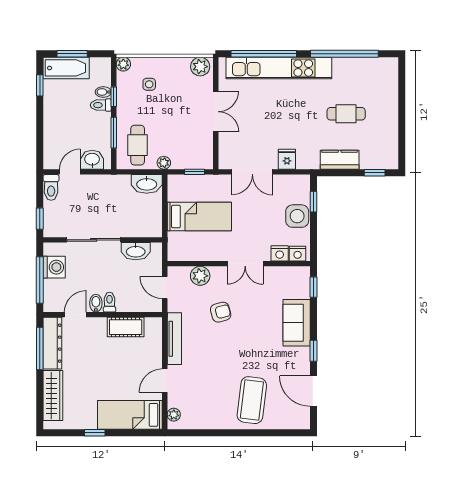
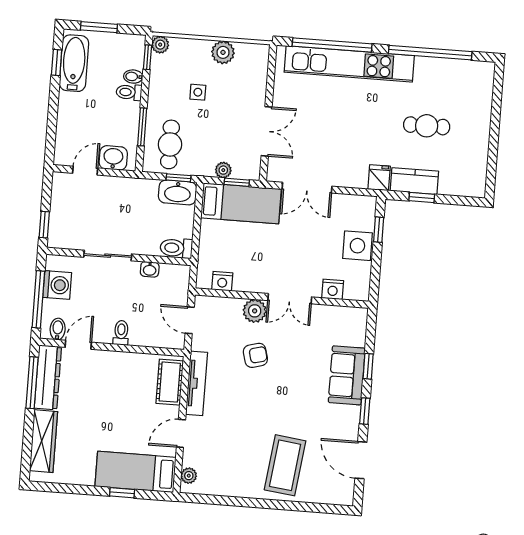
plant: (200, 67) -> (223, 52), moved
bathtub: (66, 68) -> (74, 63), moved, turned -90
side table: (149, 84) -> (198, 92), moved
window: (114, 97) -> (147, 57), moved
double door: (216, 112) -> (267, 131), moved
fridge: (287, 159) -> (379, 178), moved
plant: (164, 163) -> (223, 170), moved
window: (147, 172) -> (178, 178), added
window: (375, 173) -> (422, 198), moved
toilet: (51, 187) -> (176, 248), moved, turned 90
bed: (199, 217) -> (241, 203), moved
sliding door: (94, 240) -> (108, 256), width x0.73
washbasin: (136, 251) -> (150, 269), width x0.52, depth x0.69
nightstand: (298, 254) -> (222, 281), moved
plant: (200, 276) -> (255, 311), moved
window: (313, 287) -> (368, 366), moved
bidet: (96, 303) -> (58, 329), moved
cot: (126, 327) -> (170, 382), moved, turned 90
window: (95, 433) -> (122, 493), moved

